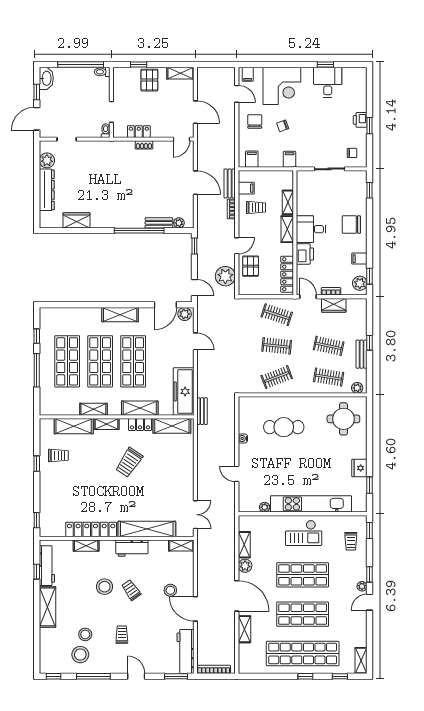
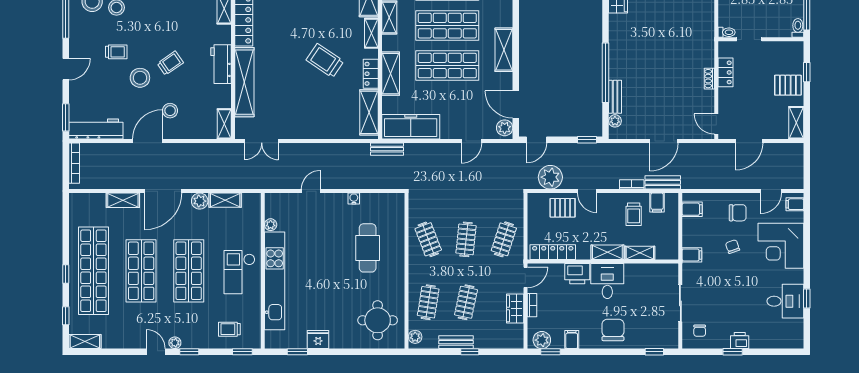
stool: (104, 587) -> (140, 78), moved

